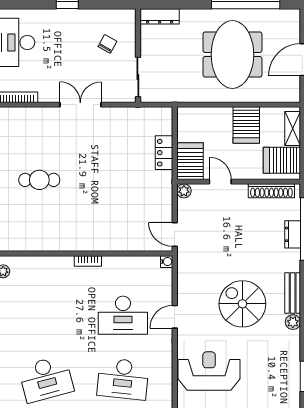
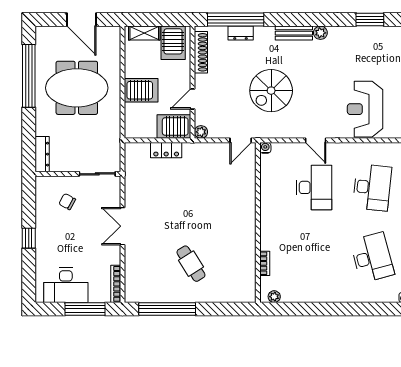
server rack: (246, 125) -> (141, 90), moved
cafe table: (39, 180) -> (191, 264), turned -32
bookcase: (88, 261) -> (265, 263), moved
spiral stairs: (242, 304) -> (271, 91), moved

